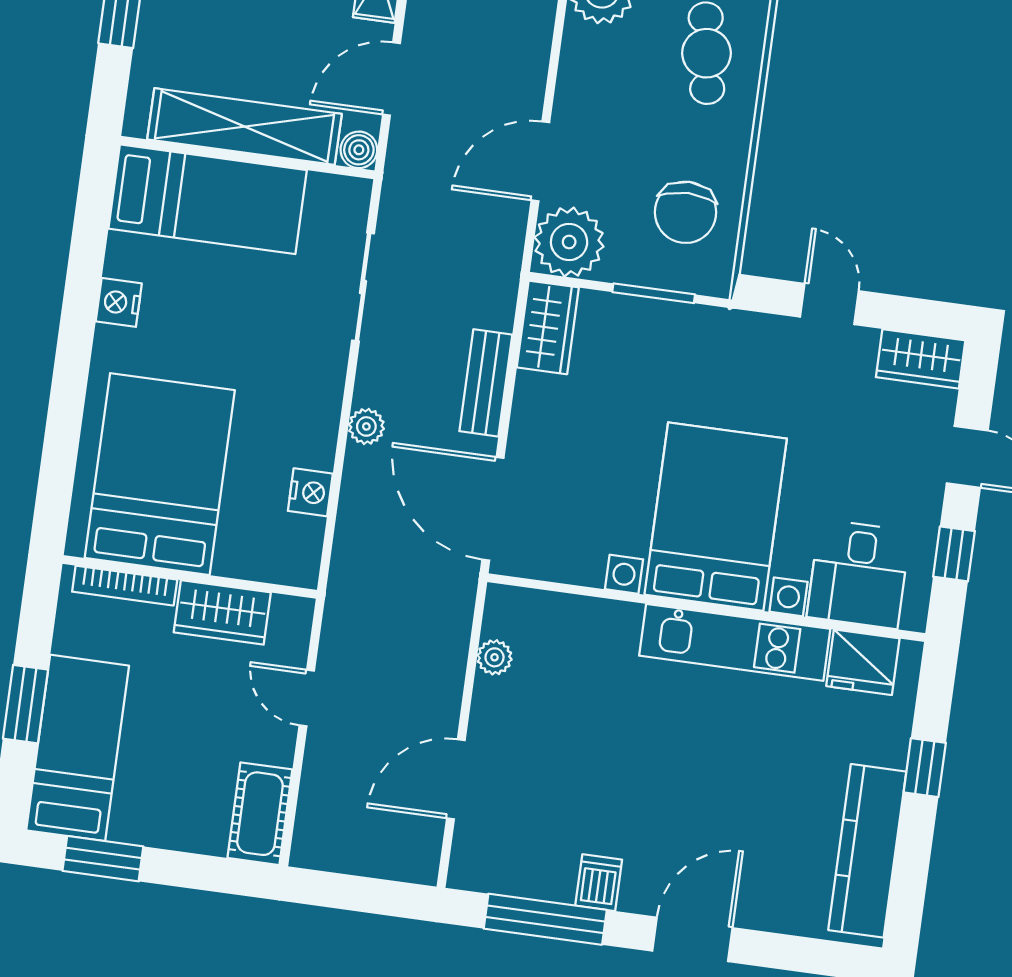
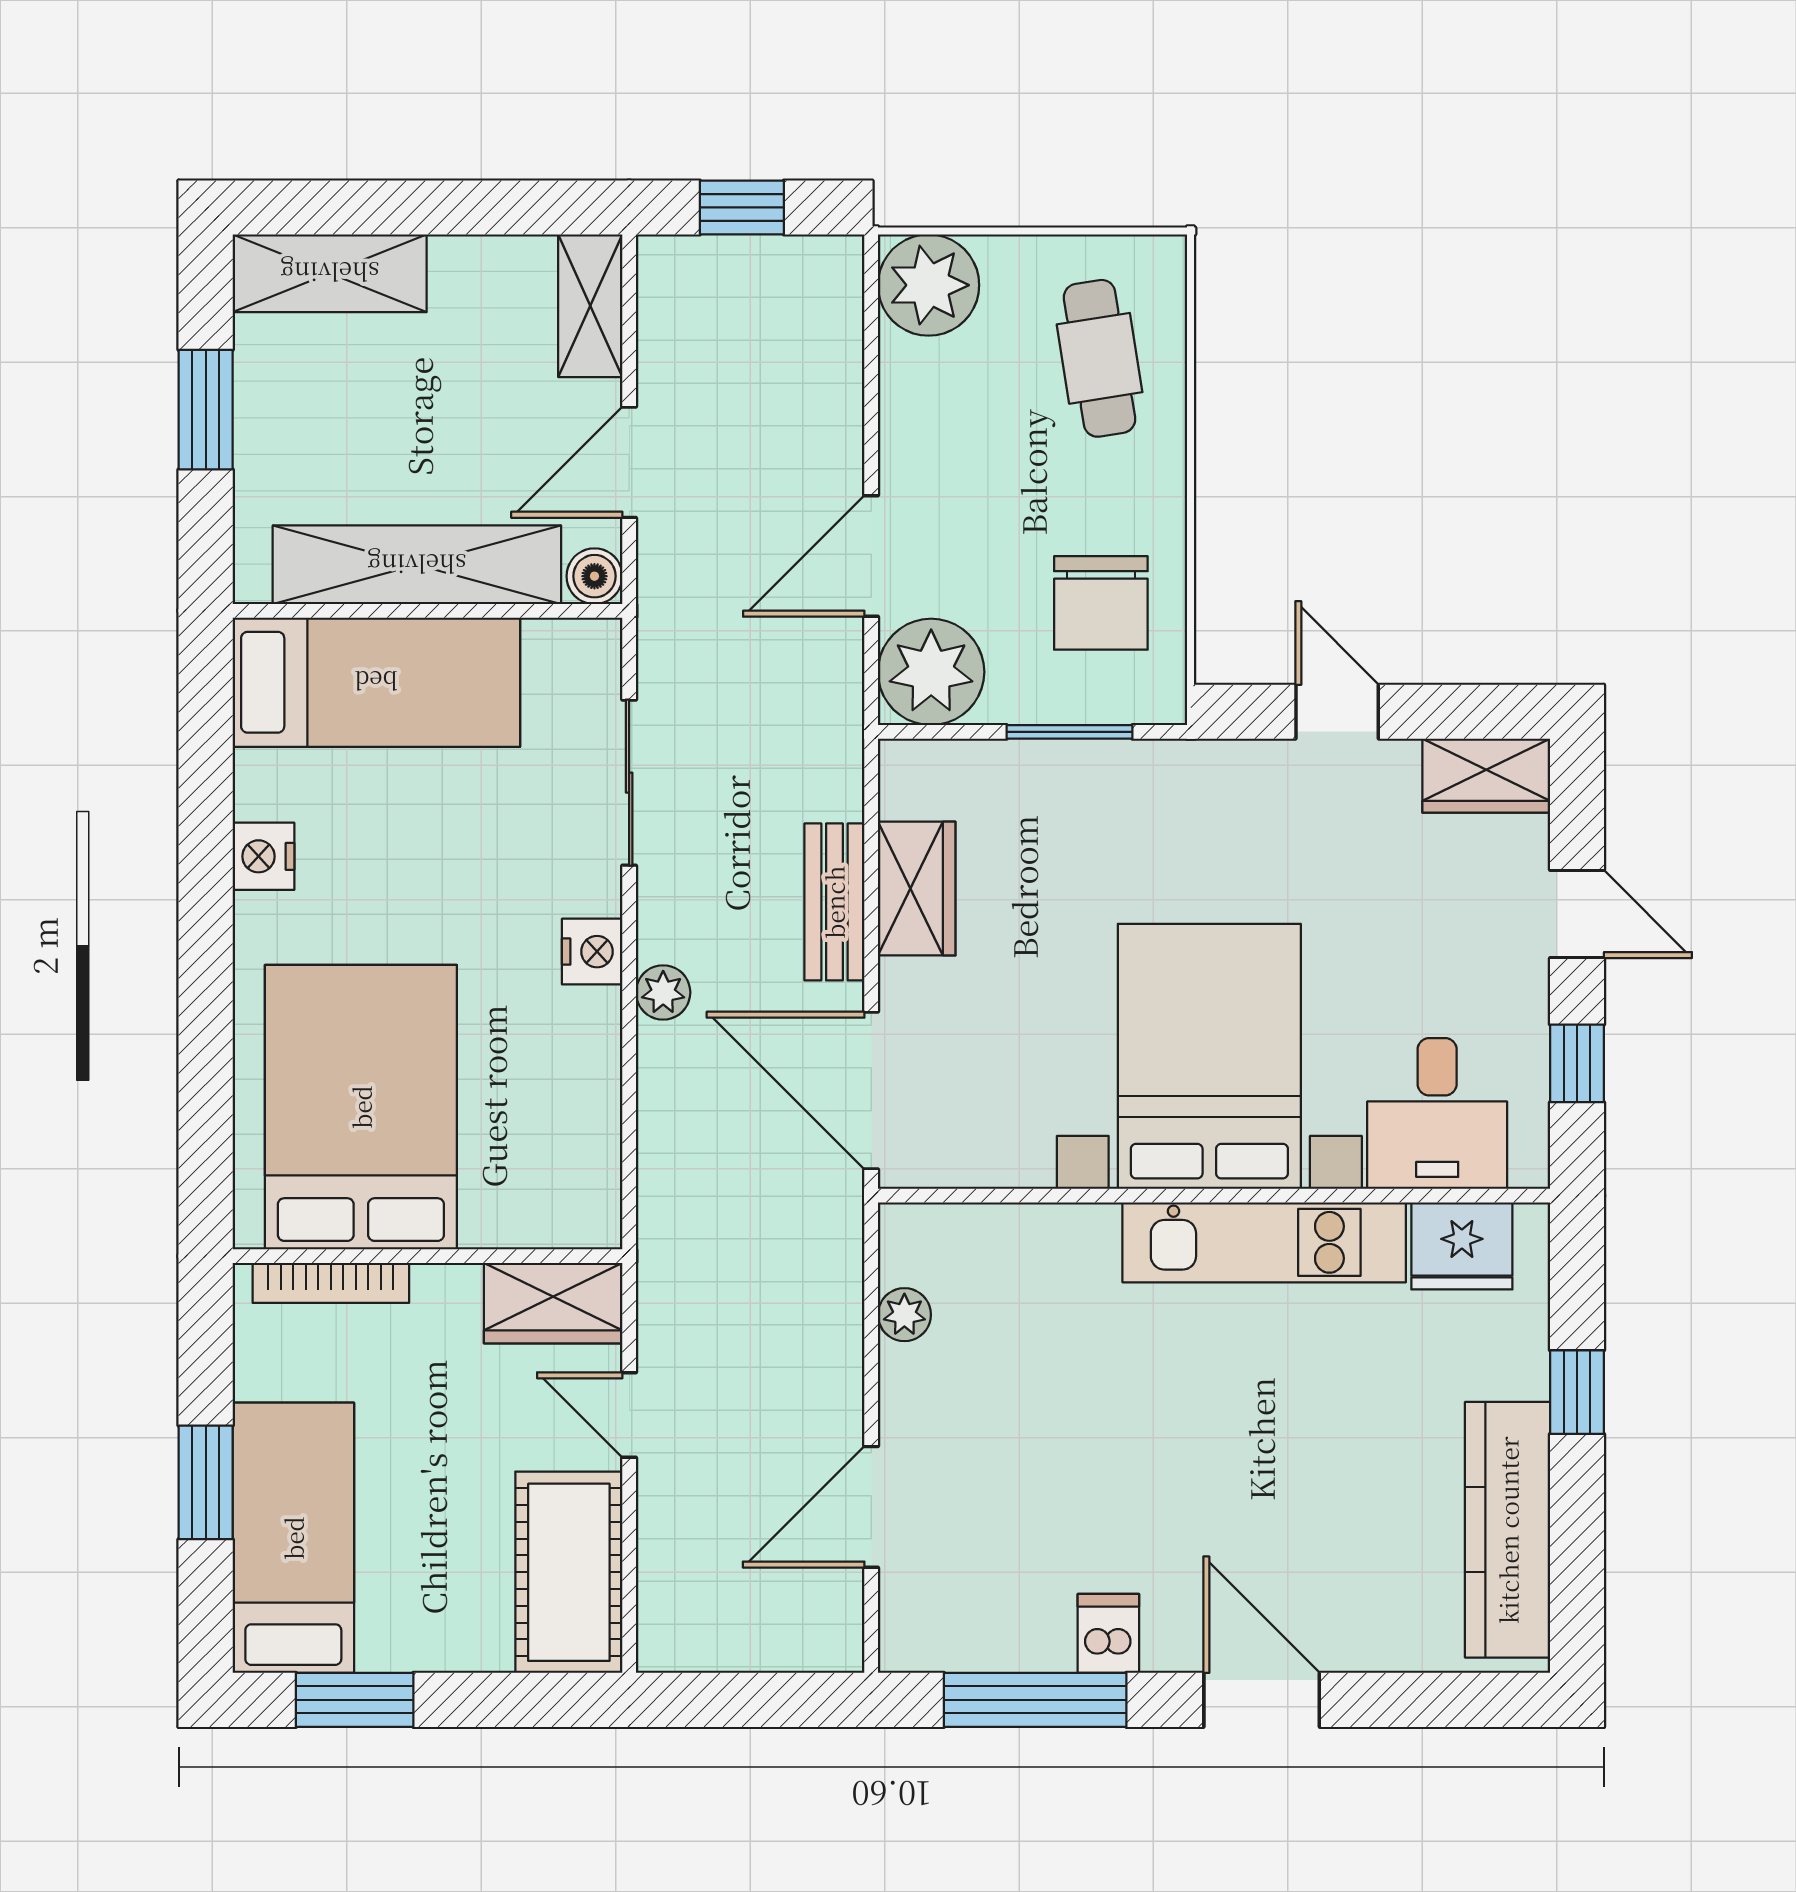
wardrobe: (548, 327) -> (917, 889), moved
nightstand: (310, 492) -> (592, 952), moved
wardrobe: (222, 612) -> (553, 1303), moved
cot: (260, 814) -> (569, 1572), width x1.37, depth x1.34
door: (692, 939) -> (1262, 1700), hinge flipped

